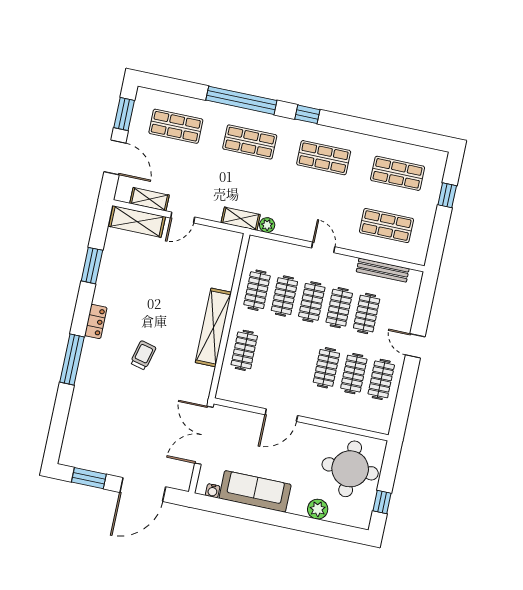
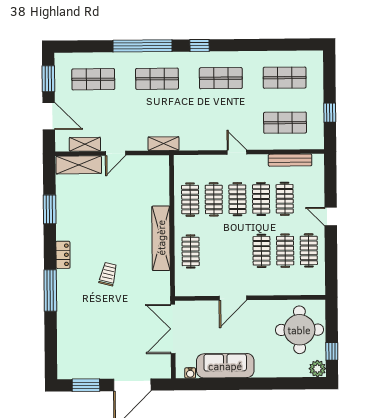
window: (447, 195) -> (330, 113), moved
plant: (267, 225) -> (186, 144), removed
plant: (318, 509) -> (317, 369), moved

